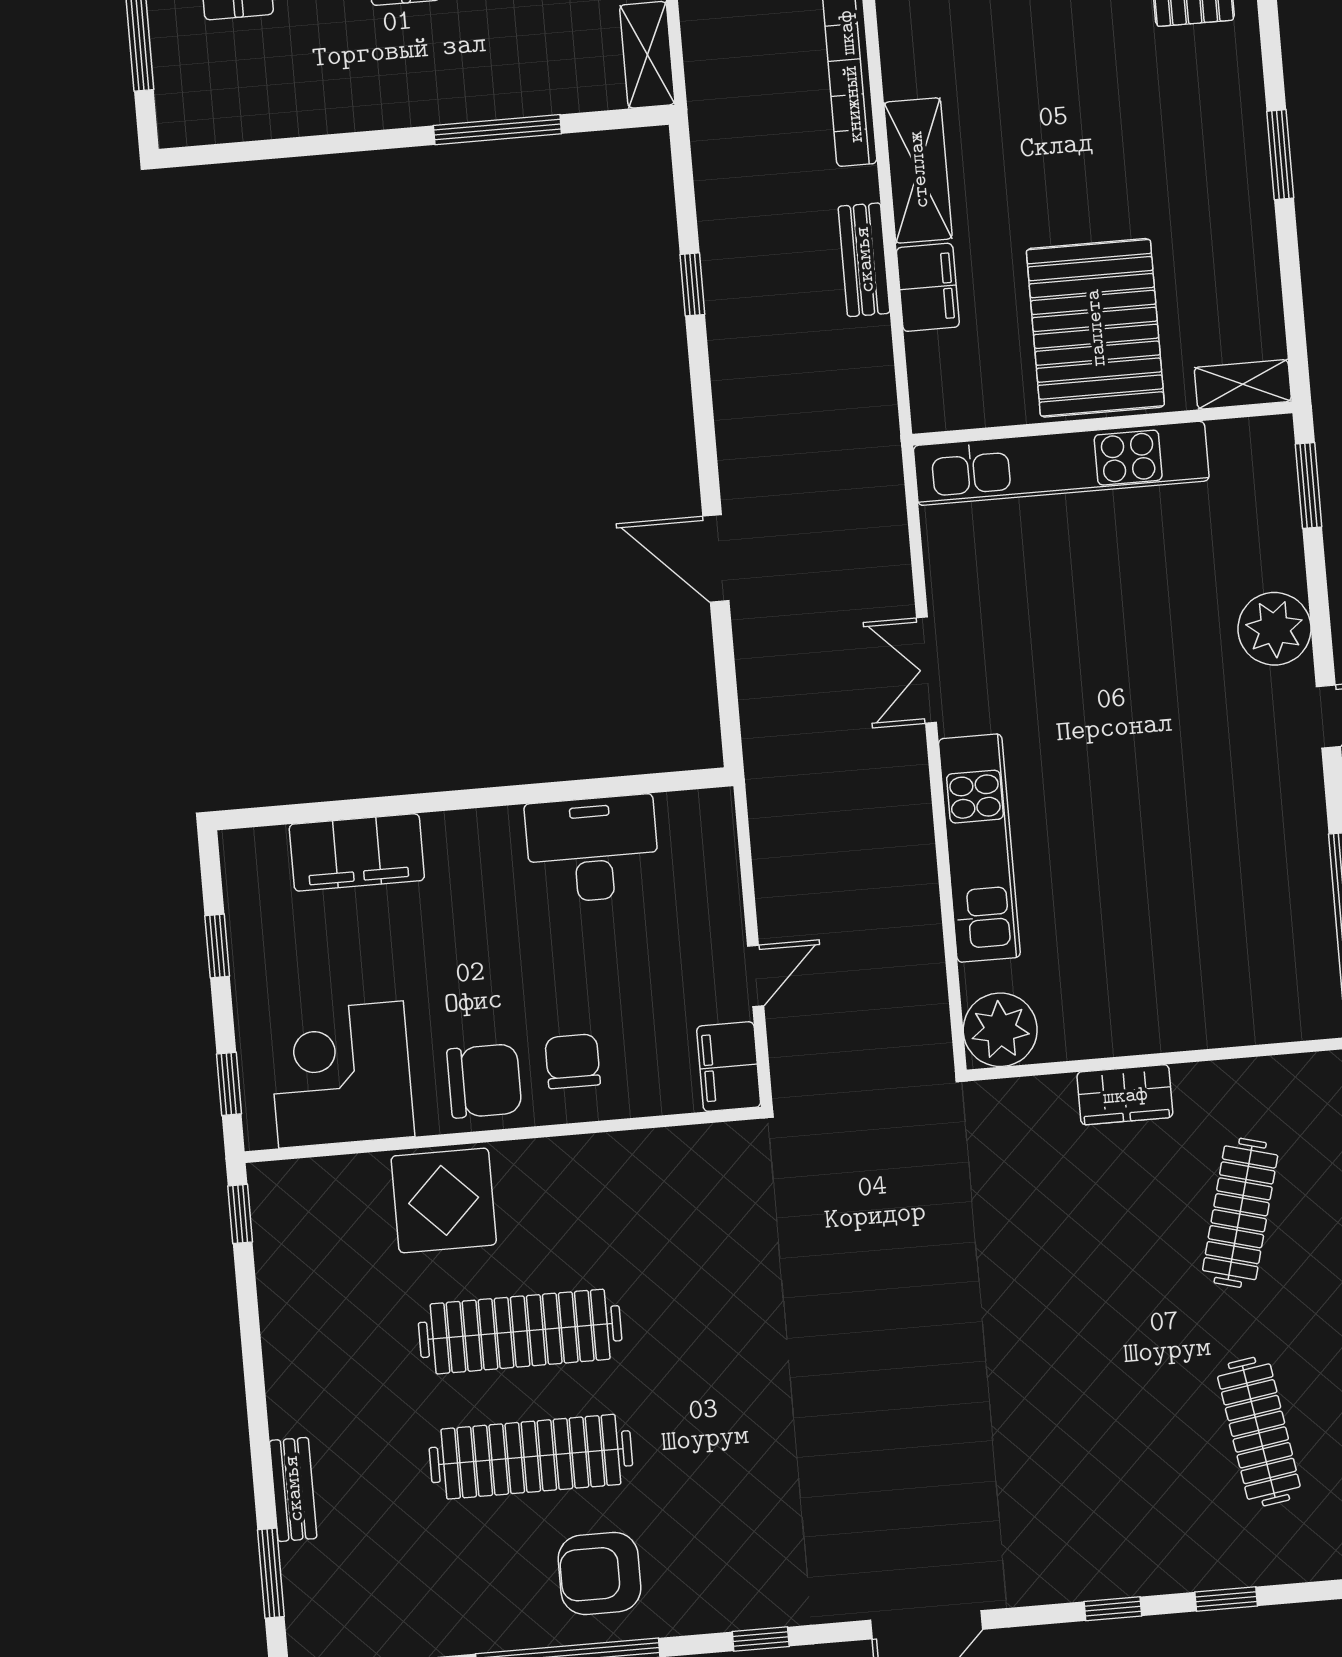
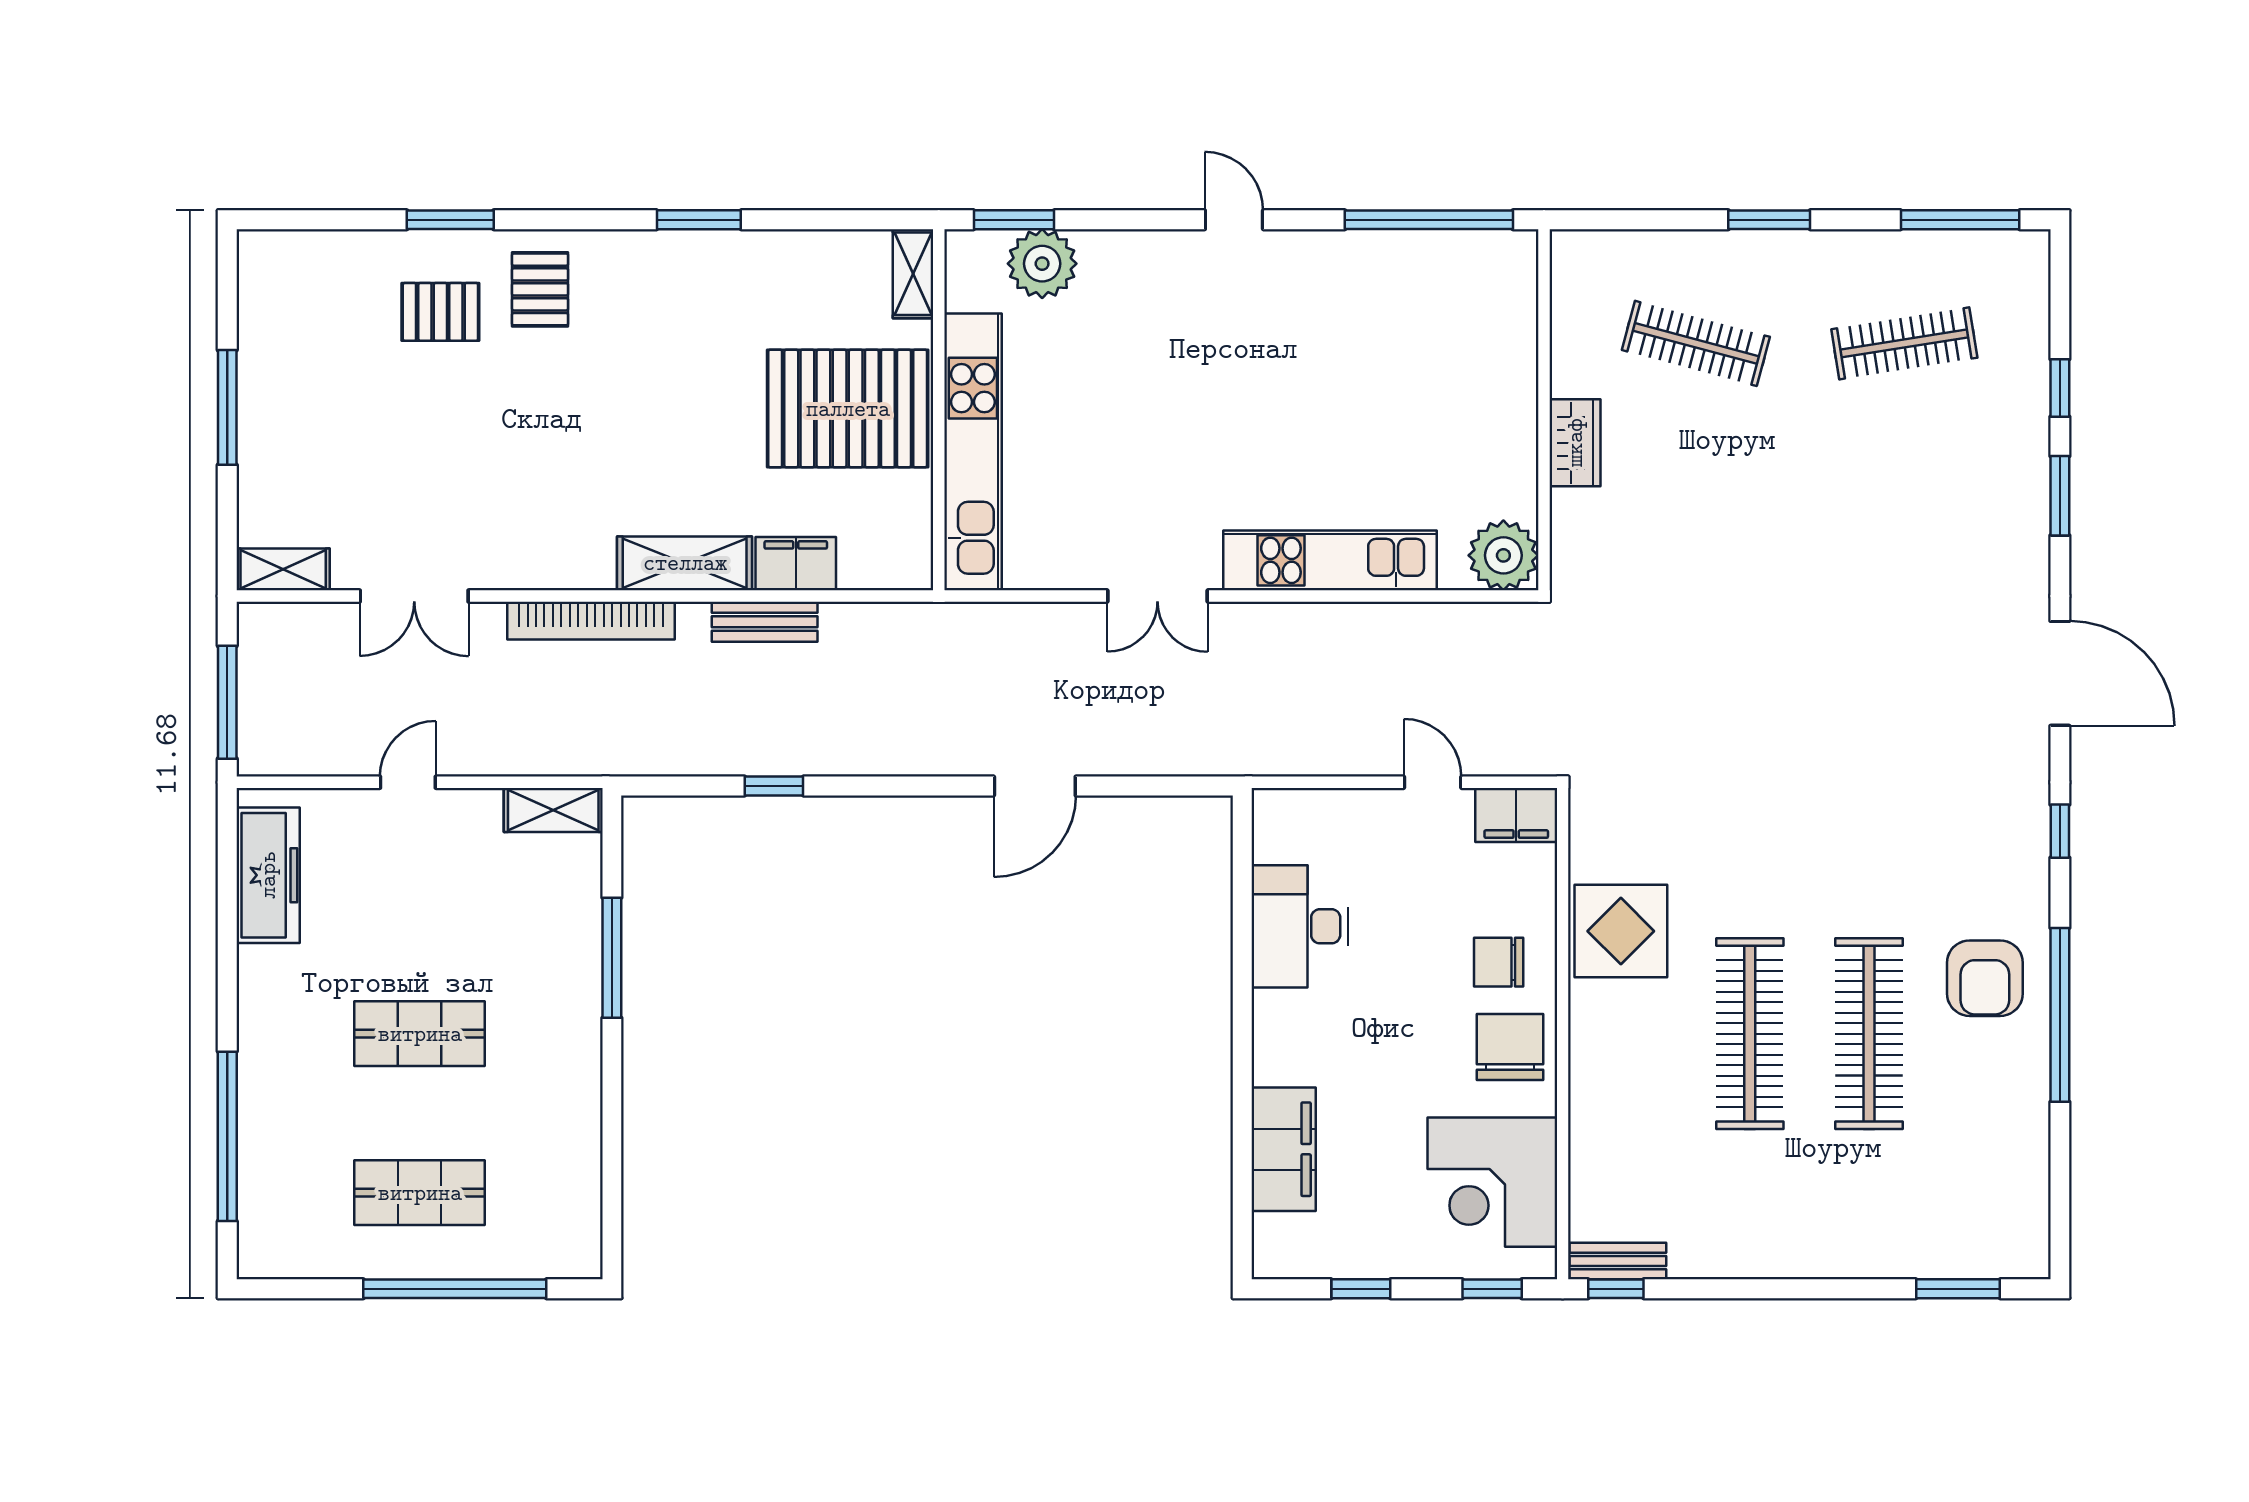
plant: (1274, 629) -> (1042, 264), moved
display table: (444, 1200) -> (1621, 931), moved
bench: (293, 1489) -> (1618, 1261), moved
window: (1113, 1609) -> (2060, 496), width x1.50

